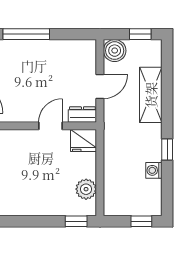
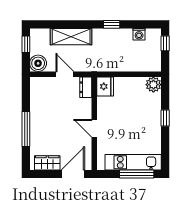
door: (51, 126) -> (94, 128), moved
washing machine: (154, 170) -> (139, 34), moved
plant: (86, 189) -> (153, 85), moved
window: (76, 221) -> (165, 118), moved

